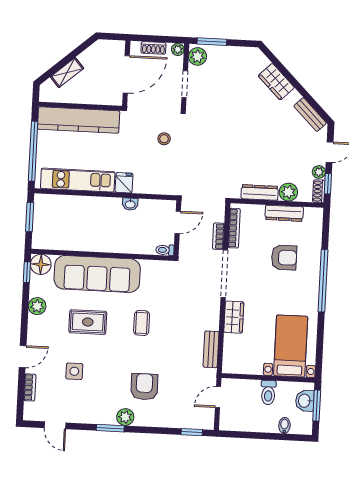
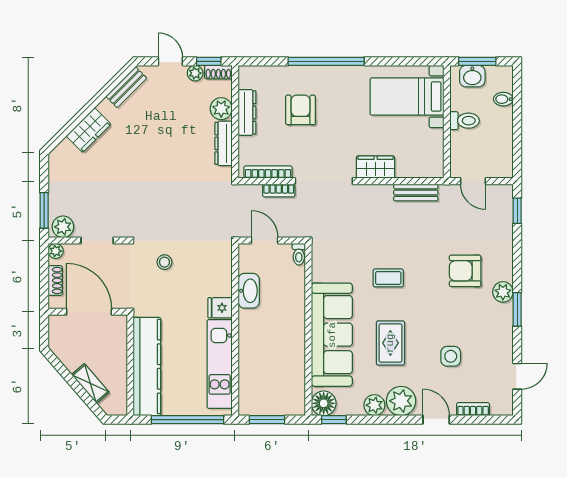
washbasin: (130, 204) -> (249, 291), width x1.91, depth x1.45
plant: (39, 328) -> (401, 401), added

